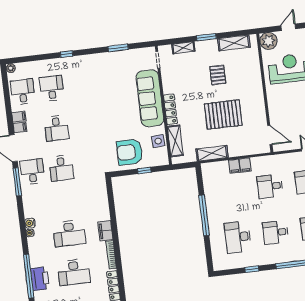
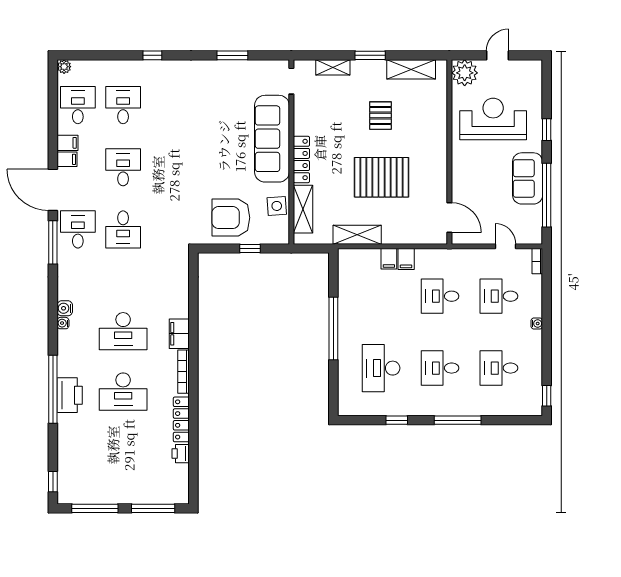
desk: (57, 128) -> (123, 167), turned 180

